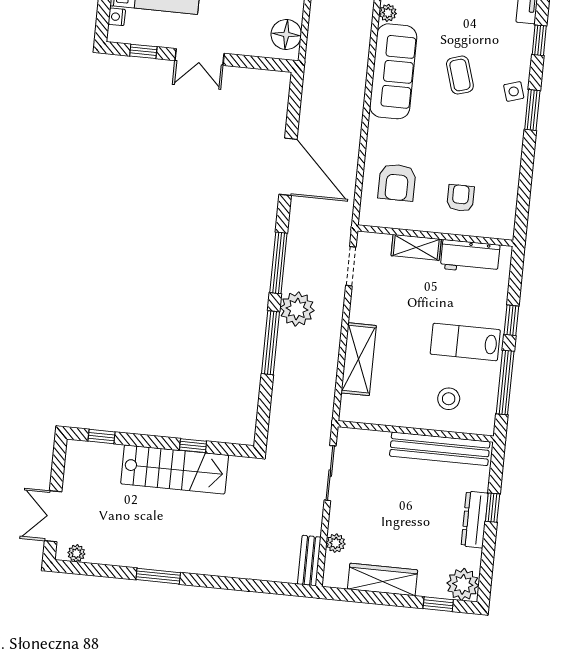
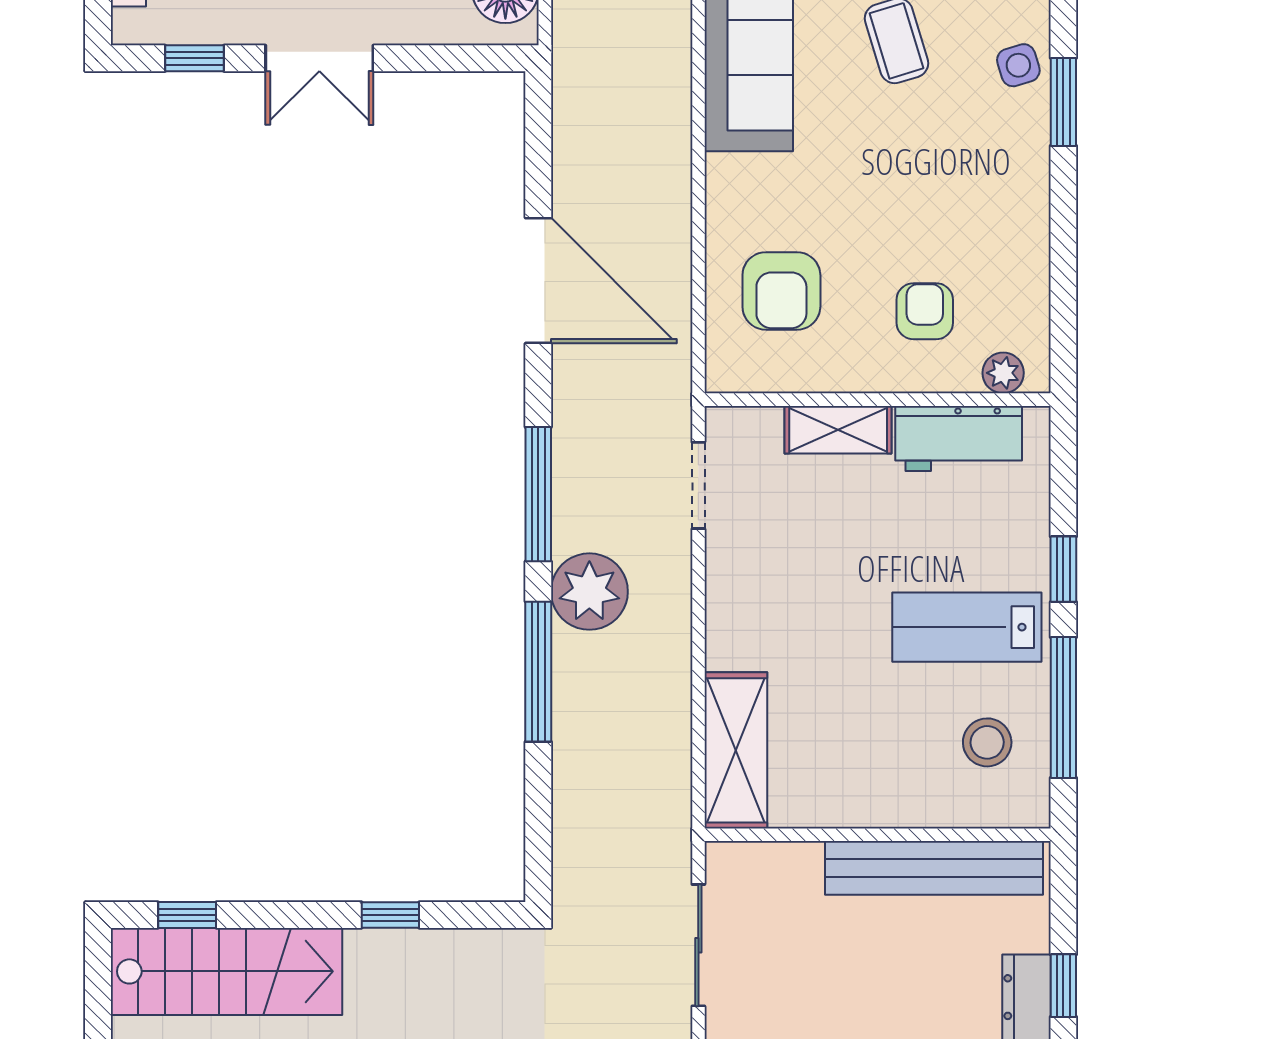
plant: (493, 229) -> (1003, 373), added
shelving: (359, 359) -> (736, 750), moved
stool: (449, 399) -> (987, 742), moved
stairs: (175, 469) -> (226, 971), moved

